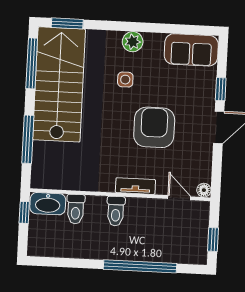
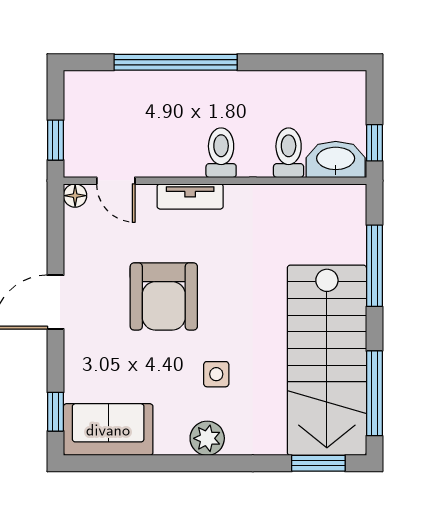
window: (221, 89) -> (55, 412), moved
window: (213, 239) -> (55, 140), moved

